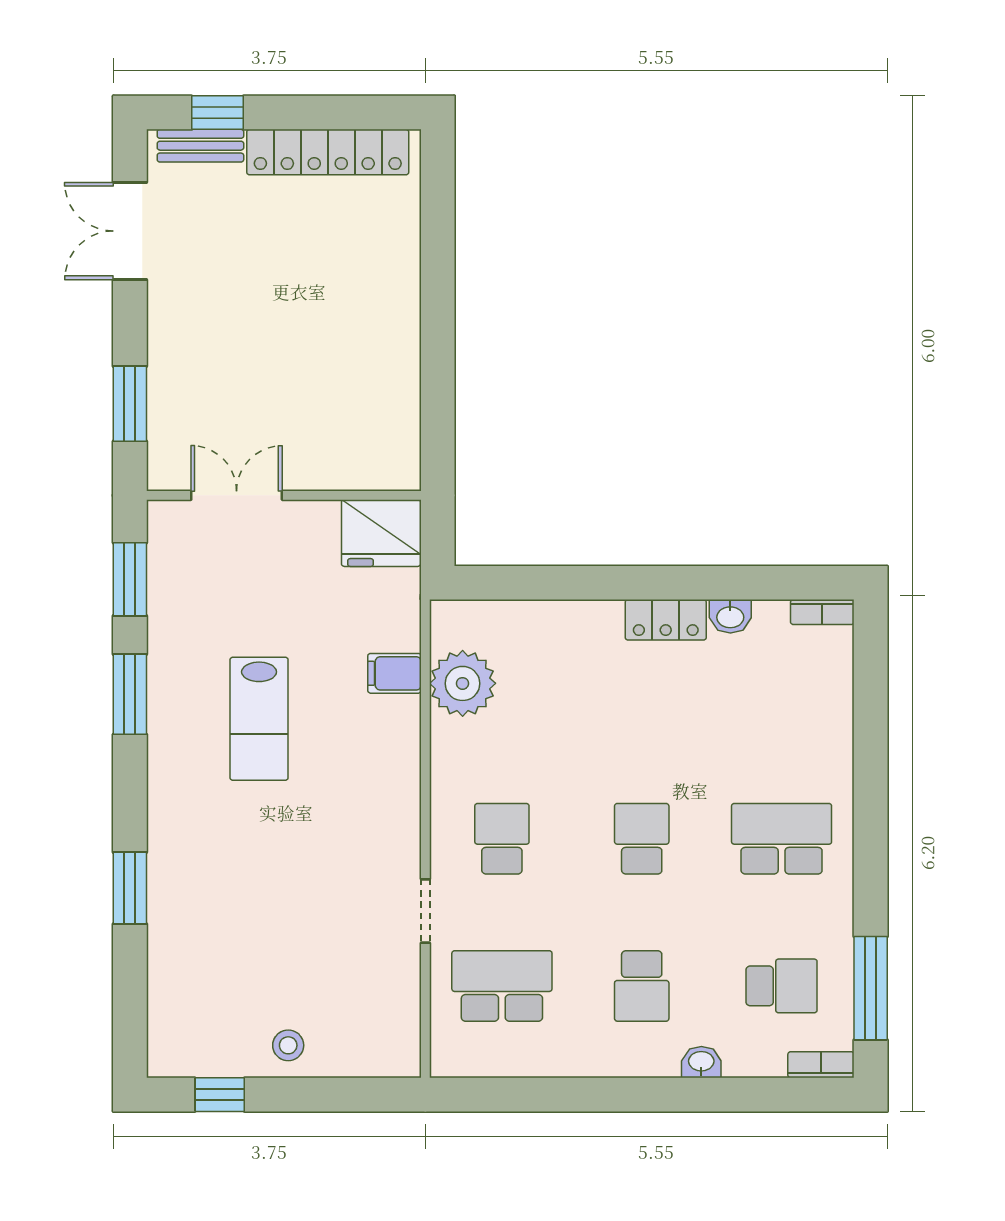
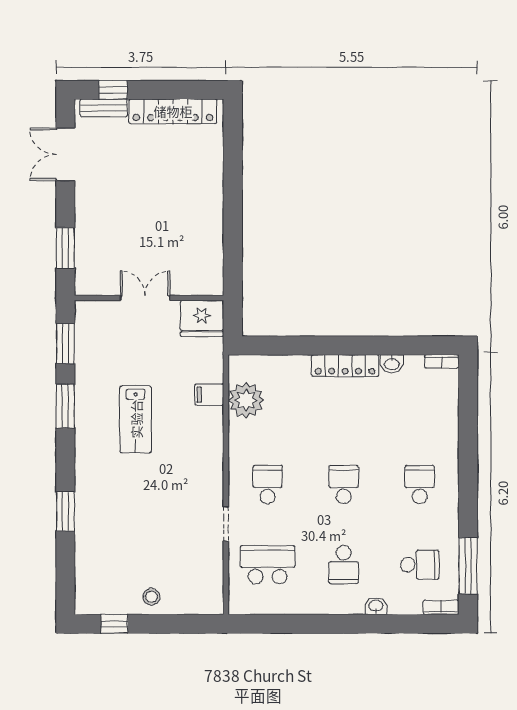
double door: (237, 495) -> (145, 298), moved
locker: (666, 620) -> (345, 366), width x1.53
school desk: (782, 839) -> (420, 485), width x0.54

